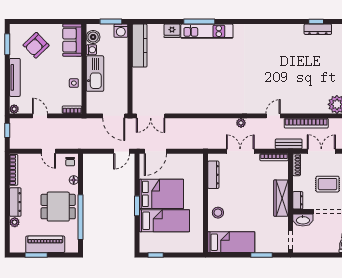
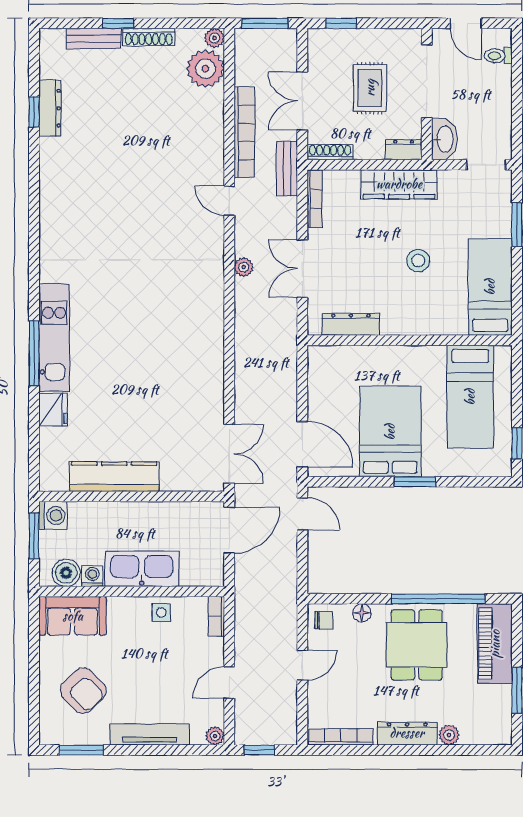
kitchen counter: (140, 46) -> (114, 477), moved
stool: (218, 213) -> (418, 261), moved
bed: (164, 221) -> (470, 397), moved, turned 180
piano: (45, 244) -> (495, 644), moved

